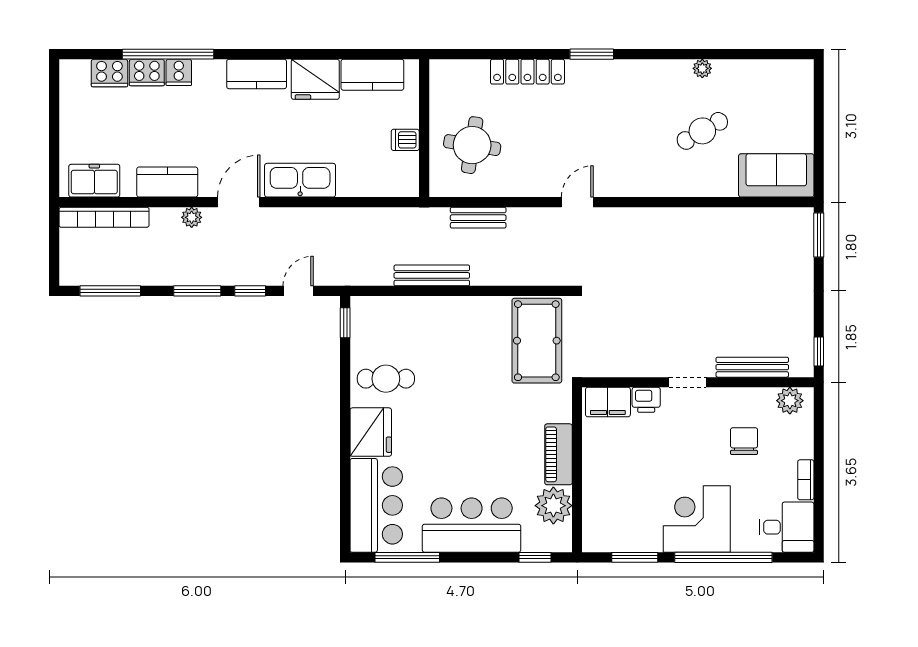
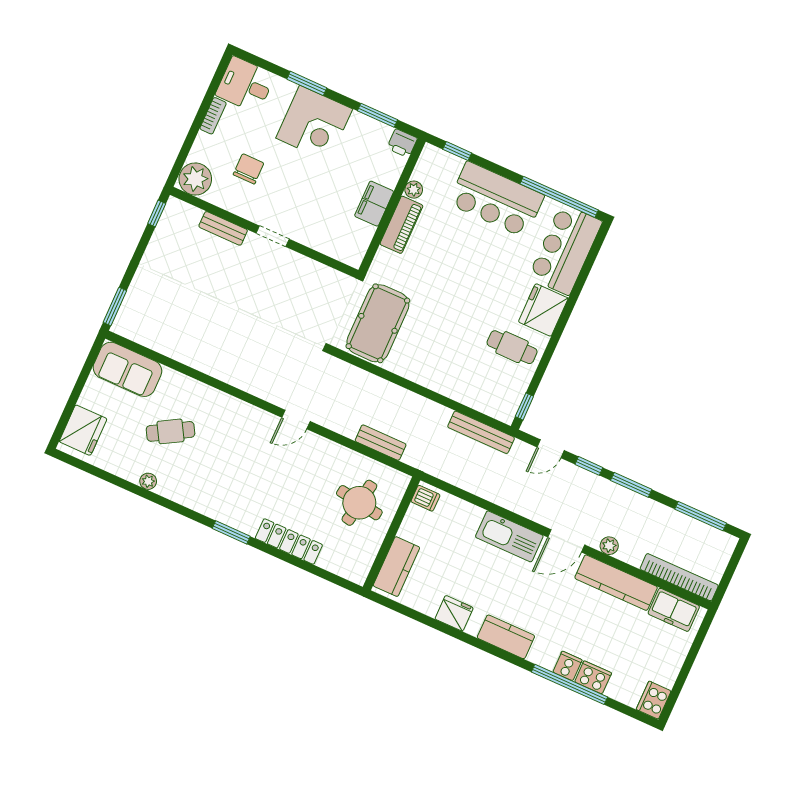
cooker: (109, 73) -> (654, 700), moved, turned -90
kitchen counter: (372, 75) -> (396, 567), moved, turned 90
fridge: (315, 79) -> (454, 613), width x0.73, depth x0.75
fridge: (794, 91) -> (83, 430), added
dishwasher: (405, 140) -> (425, 498), moved
kitchen counter: (167, 182) -> (616, 583), width x1.50
bench: (432, 275) -> (481, 432), moved
bench: (752, 367) -> (223, 228), width x0.73
printer: (646, 400) -> (402, 143), moved, turned 180
plant: (790, 401) -> (195, 179), width x1.36, depth x1.36
filing cabinet: (608, 402) -> (374, 204), moved, turned -90
chair: (744, 441) -> (249, 169), turned 180
plant: (553, 506) -> (414, 190), width x0.53, depth x0.53
window: (407, 557) -> (559, 197), width x1.46
window: (723, 557) -> (307, 83), width x0.47

